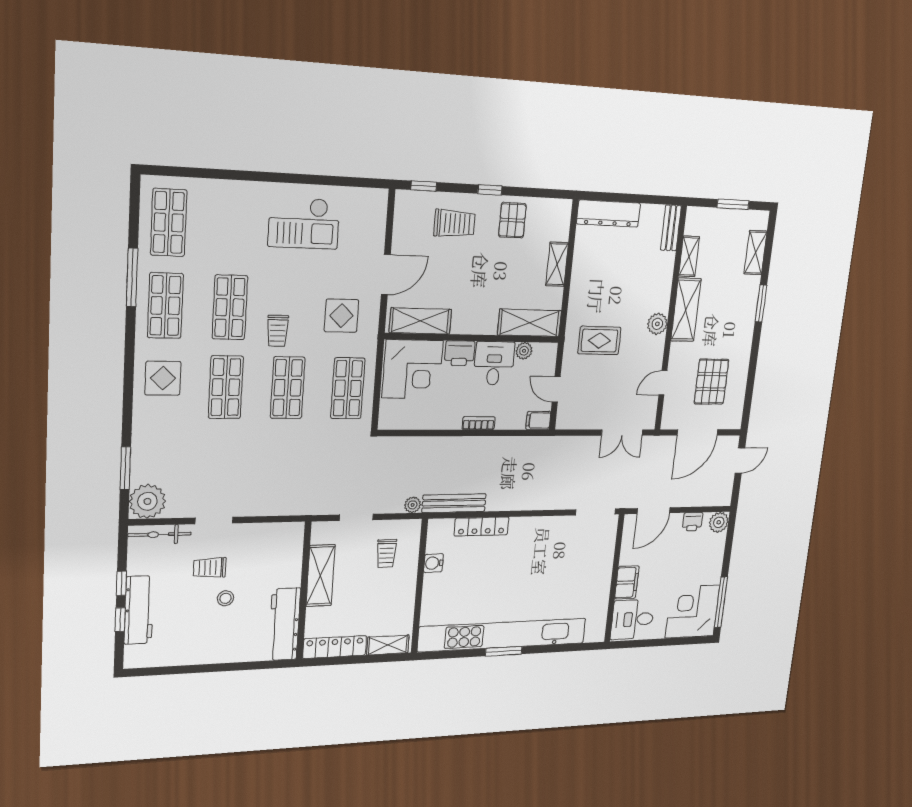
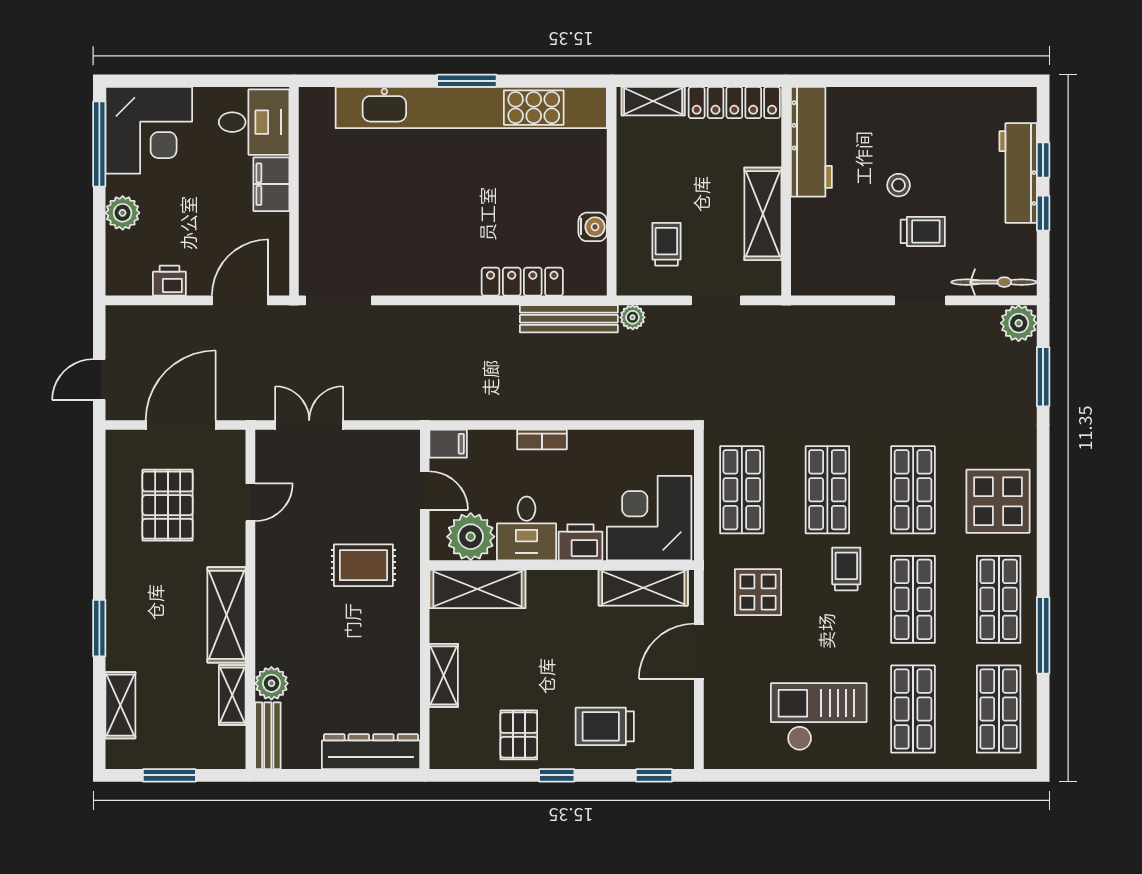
shop shelf: (234, 226) -> (913, 709), added
plant: (657, 324) -> (271, 683), moved
plant: (524, 351) -> (471, 537), width x1.87, depth x1.87
display table: (163, 378) -> (998, 501), width x1.36, depth x1.36
plant: (147, 501) -> (1019, 323), width x0.73, depth x0.73
plant: (719, 522) -> (123, 213), moved

